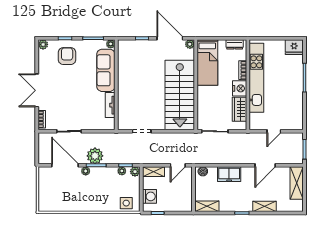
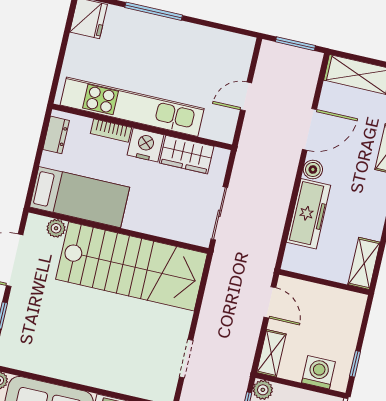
plant: (190, 44) -> (56, 228), moved
door: (274, 131) -> (246, 96), swing flipped
door: (265, 165) -> (309, 129), hinge flipped
boiler: (203, 171) -> (313, 169), moved
freezer: (229, 174) -> (309, 214), width x1.40

